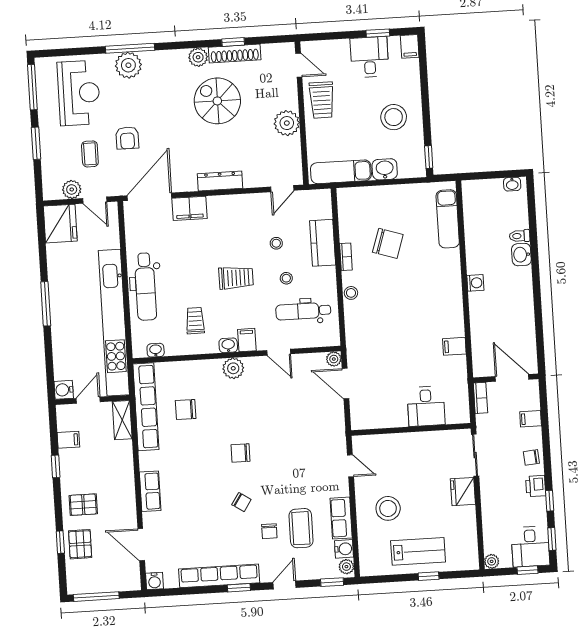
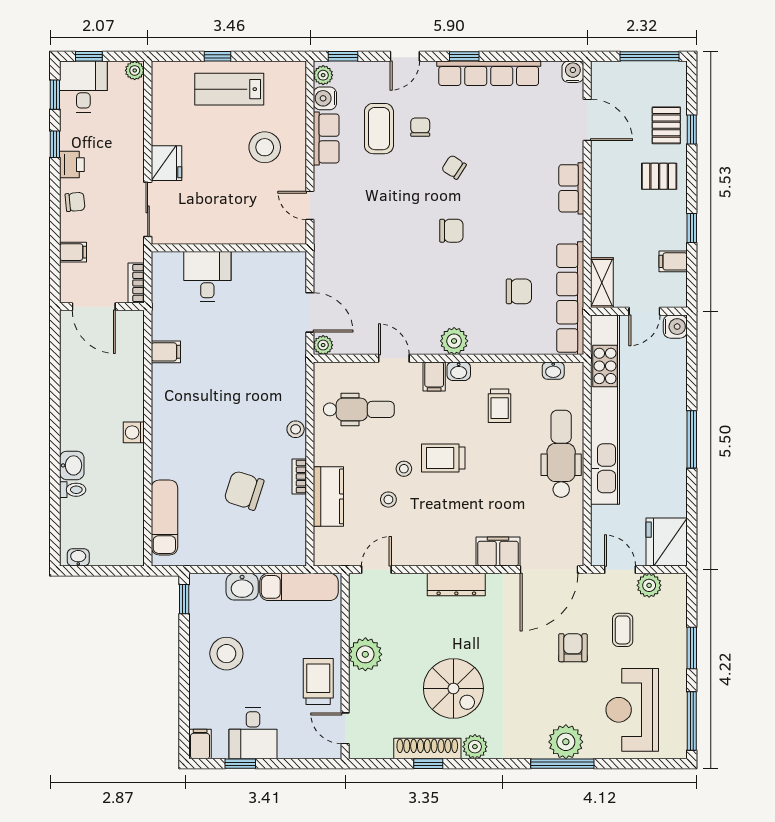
stool: (286, 278) -> (404, 469), moved

